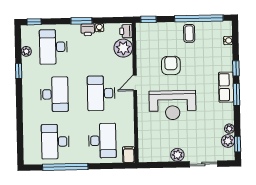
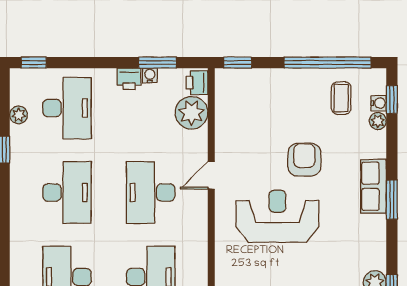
window: (81, 21) -> (158, 63), moved
coffee table: (189, 33) -> (341, 98), moved
desk: (53, 47) -> (67, 108), turned 180
armchair: (171, 65) -> (304, 160), moved
window: (236, 68) -> (392, 100), moved
reception desk: (173, 105) -> (277, 216), turned 180
plant: (229, 129) -> (378, 121), moved

